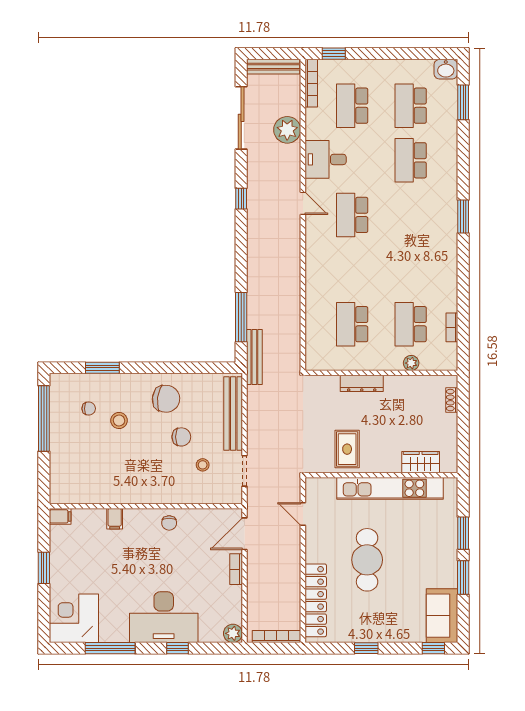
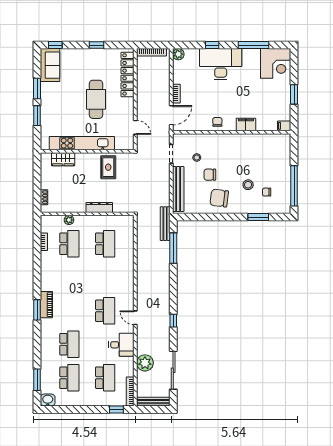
piano: (448, 225) -> (46, 305), added
filing cabinet: (115, 519) -> (246, 124), width x2.00

